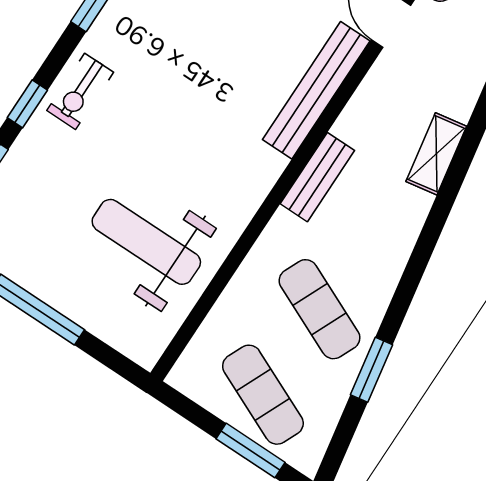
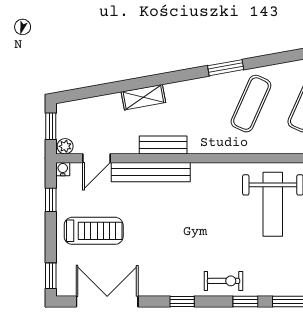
bench: (317, 177) -> (163, 145), moved
window: (372, 370) -> (226, 68), moved

